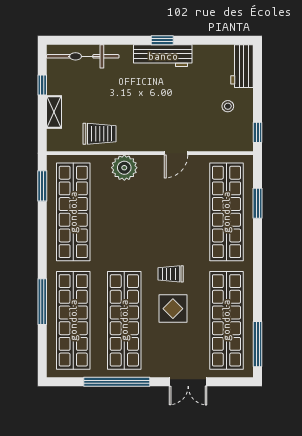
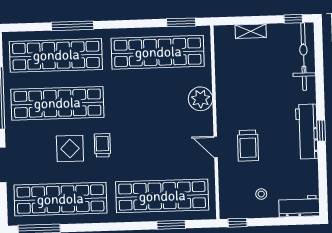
window: (42, 85) -> (293, 19), moved
trolley: (100, 134) -> (248, 146), moved

